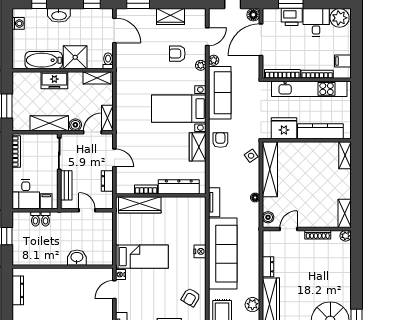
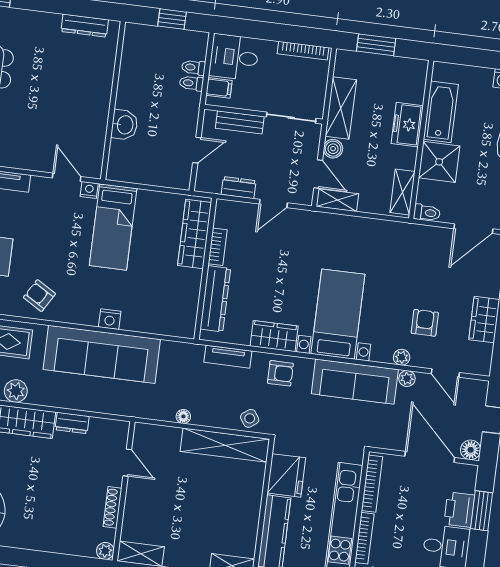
tv unit: (214, 202) -> (228, 357), moved
boiler: (268, 217) -> (150, 433), removed

